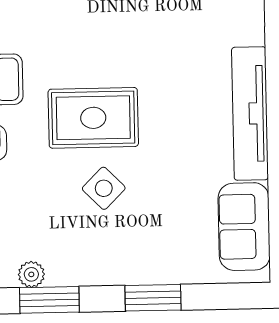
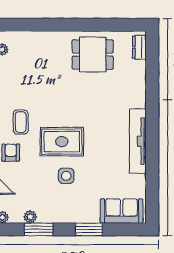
side table: (104, 188) -> (66, 176), turned 45
sofa: (244, 227) -> (122, 211), moved, turned 90

